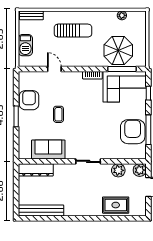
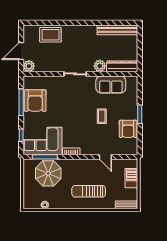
plant: (118, 170) -> (100, 66), moved

